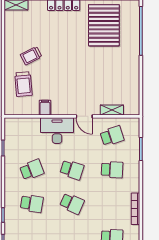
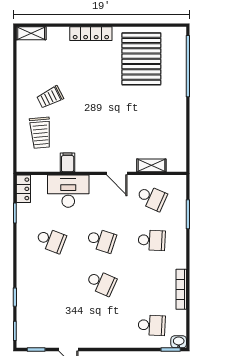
locker: (10, 129) -> (23, 189), added
desk: (57, 131) -> (68, 191), moved
school desk: (112, 136) -> (152, 198), turned 42
school desk: (32, 170) -> (51, 240), turned 42
school desk: (32, 204) -> (51, 283), removed

